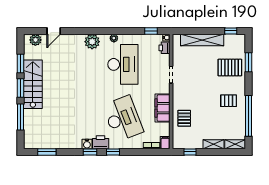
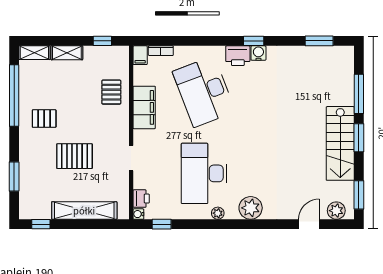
window: (20, 64) -> (359, 195), moved
pallet: (230, 68) -> (75, 156), moved
window: (113, 152) -> (219, 41), removed

